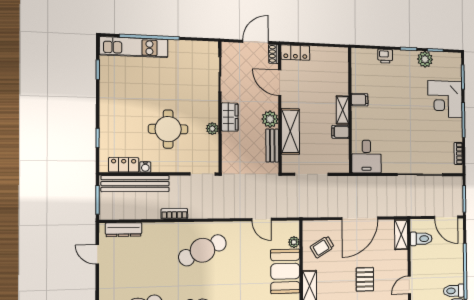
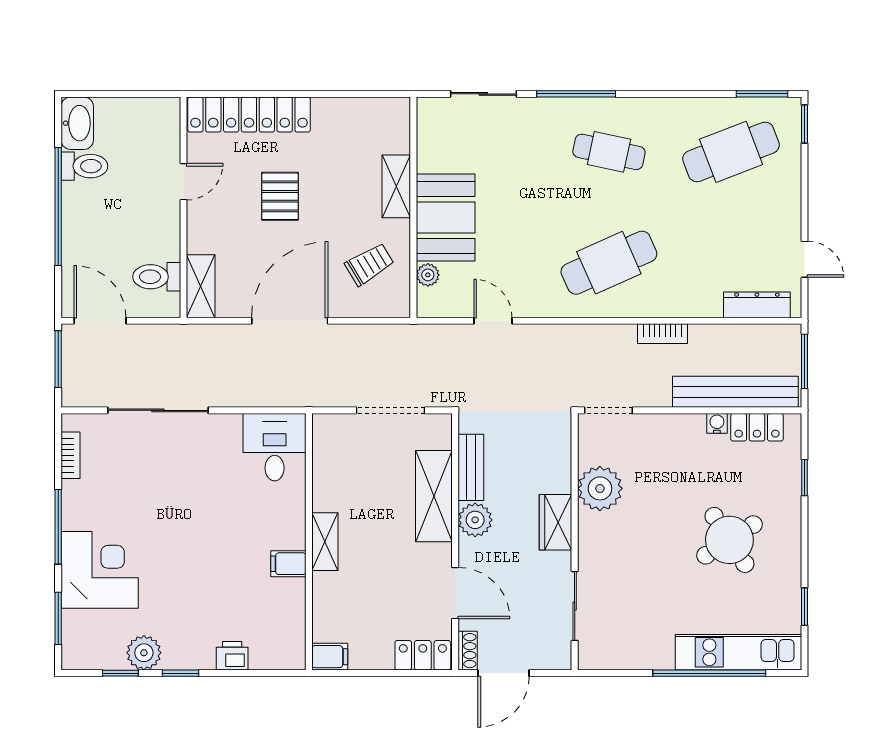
round table: (168, 129) -> (729, 540), moved, turned -33
plant: (212, 129) -> (600, 488), width x1.88, depth x1.88
filing cabinet: (340, 132) -> (330, 657), moved

